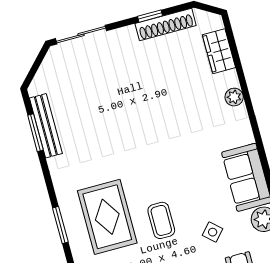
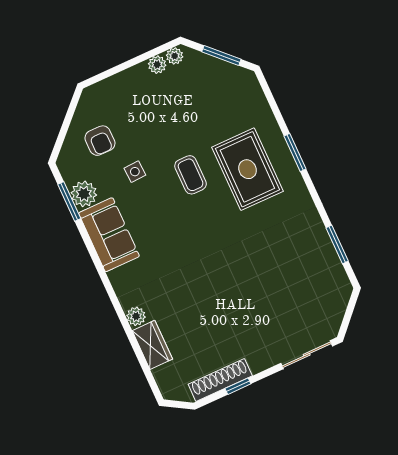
wardrobe: (219, 51) -> (152, 345), moved
bench: (46, 126) -> (327, 253), removed
side table: (213, 232) -> (135, 172), turned 45

